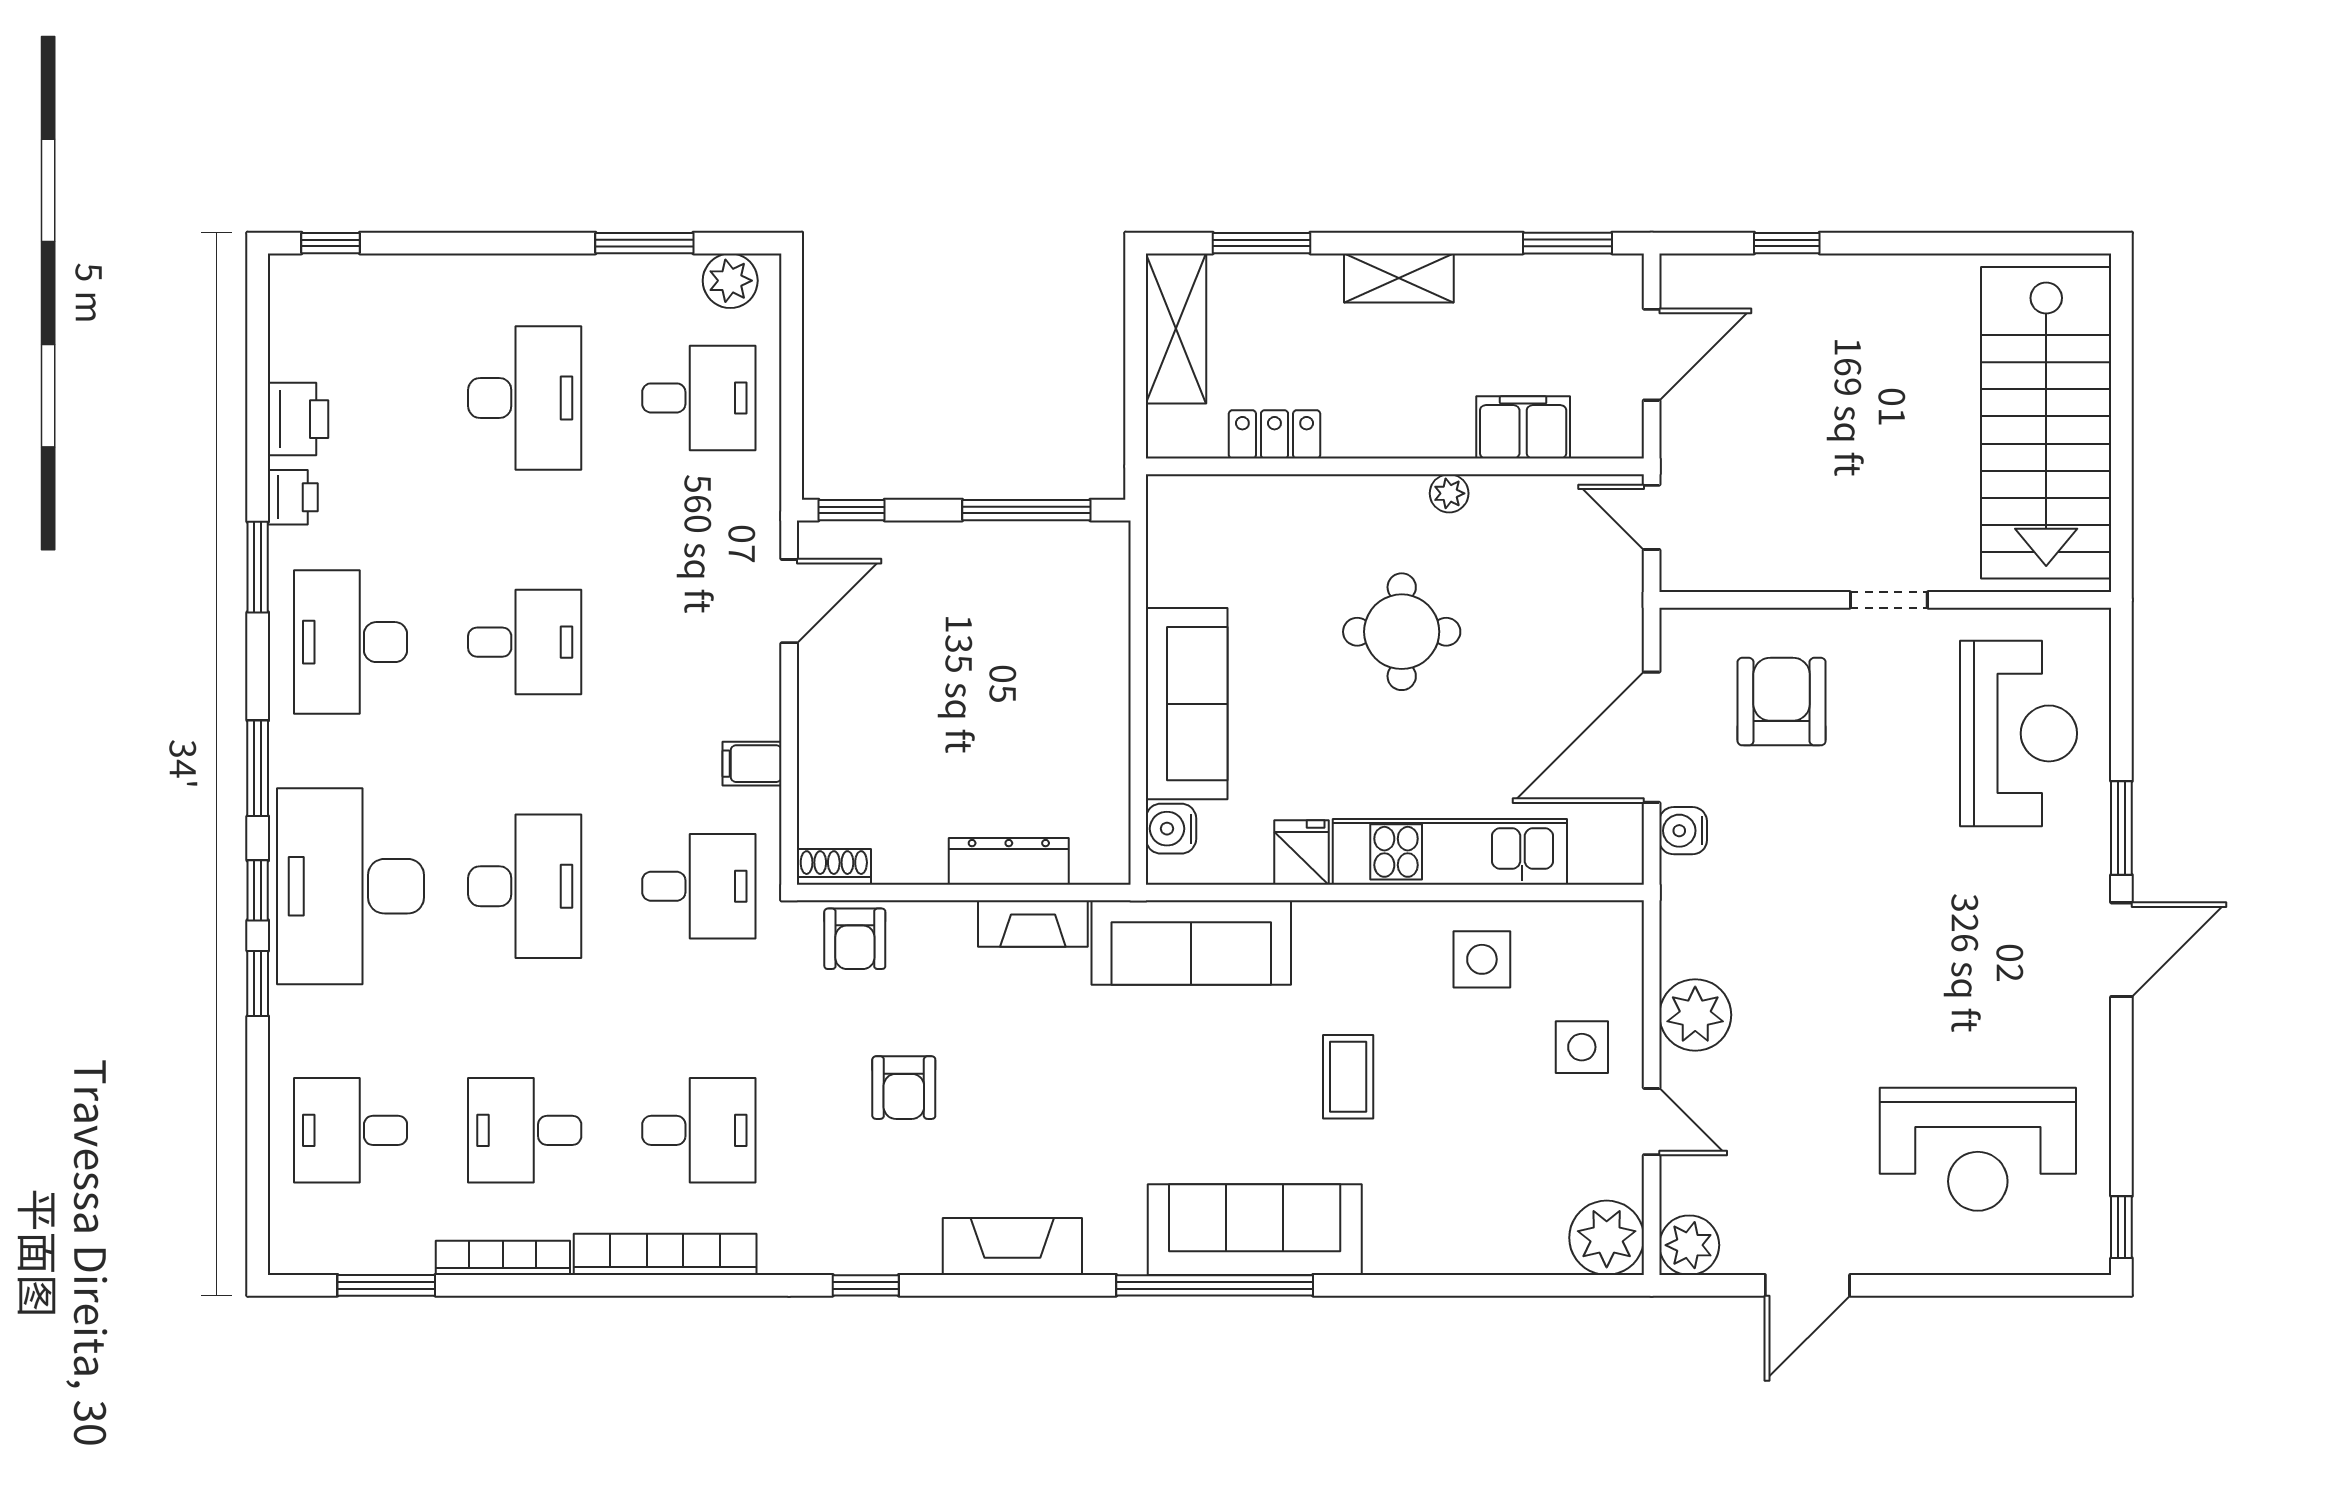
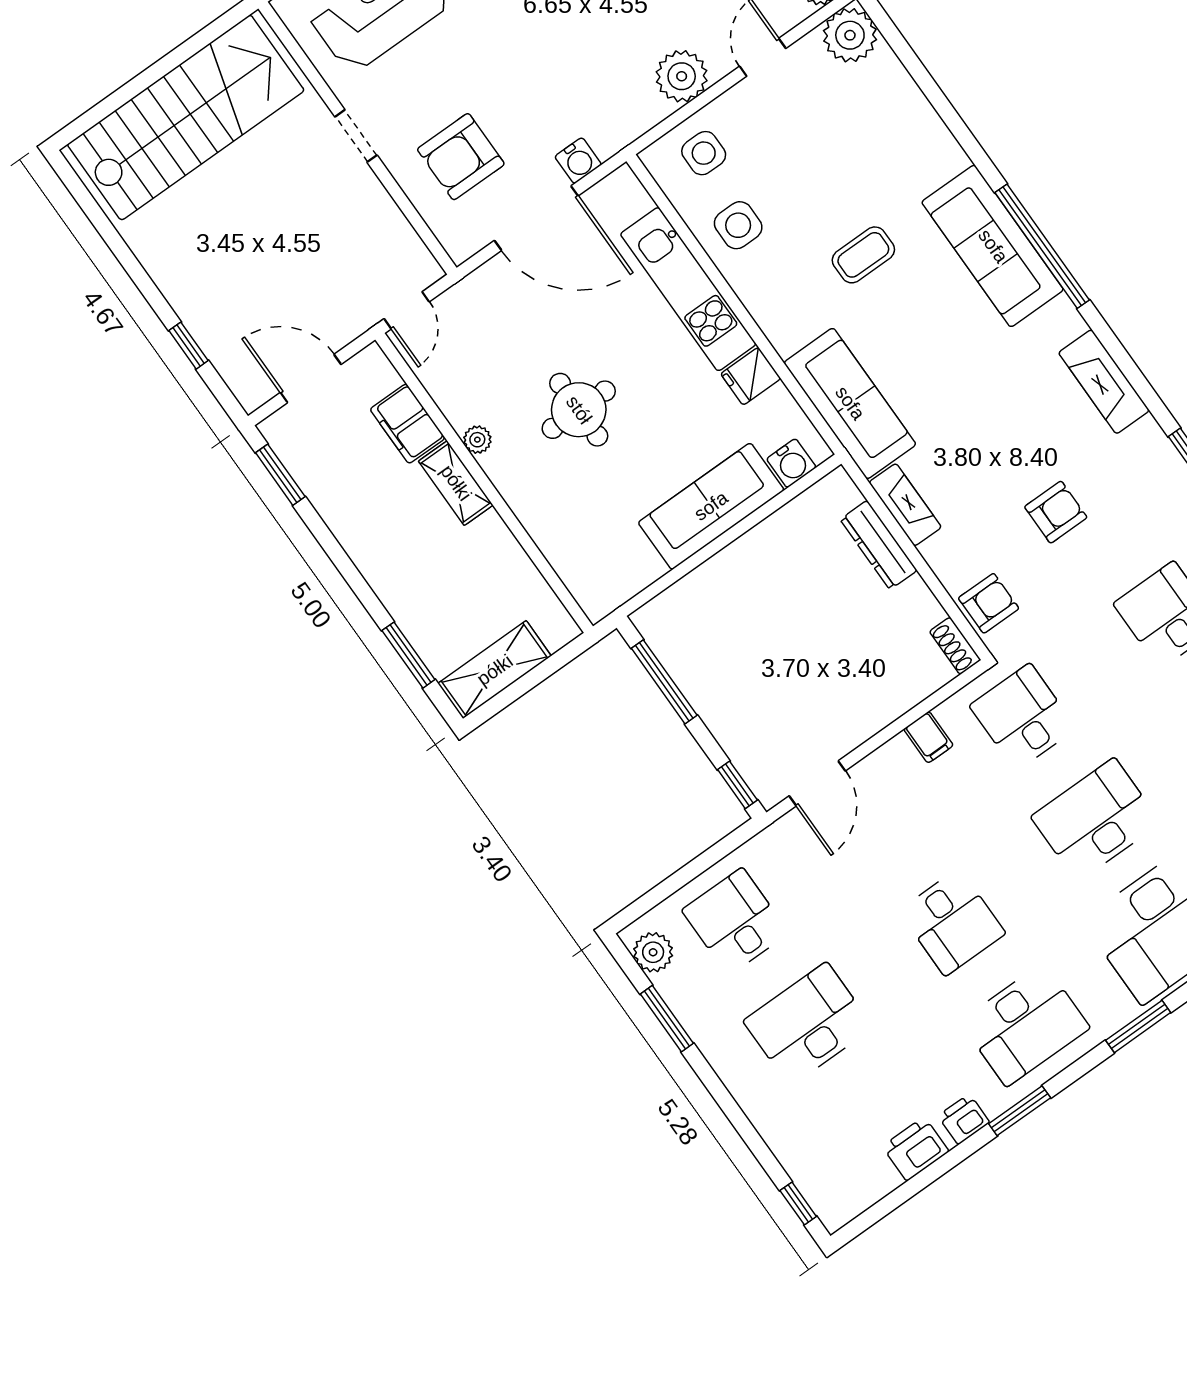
shelving: (1399, 278) -> (456, 483), moved
locker: (1274, 434) -> (516, 567), removed
door: (789, 601) -> (817, 783), swing flipped
desk: (525, 642) -> (952, 922), turned 180
side table: (1582, 1047) -> (704, 153), moved

